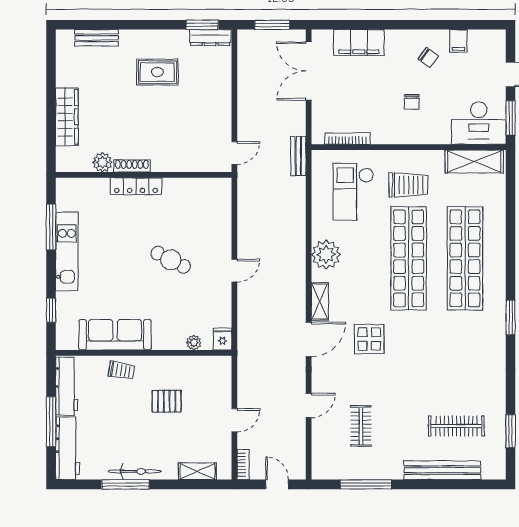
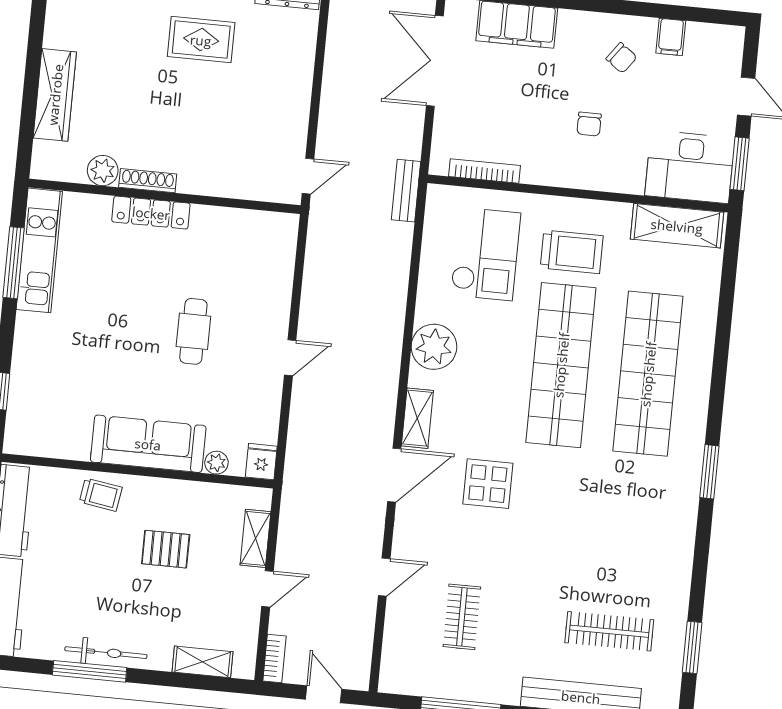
checkout: (353, 192) -> (485, 254), turned 180
kitchen unit: (67, 252) -> (39, 250), moved
cafe table: (171, 260) -> (193, 331), turned 63
sofa: (115, 335) -> (148, 444), moved
shelving: (224, 389) -> (255, 538), added

